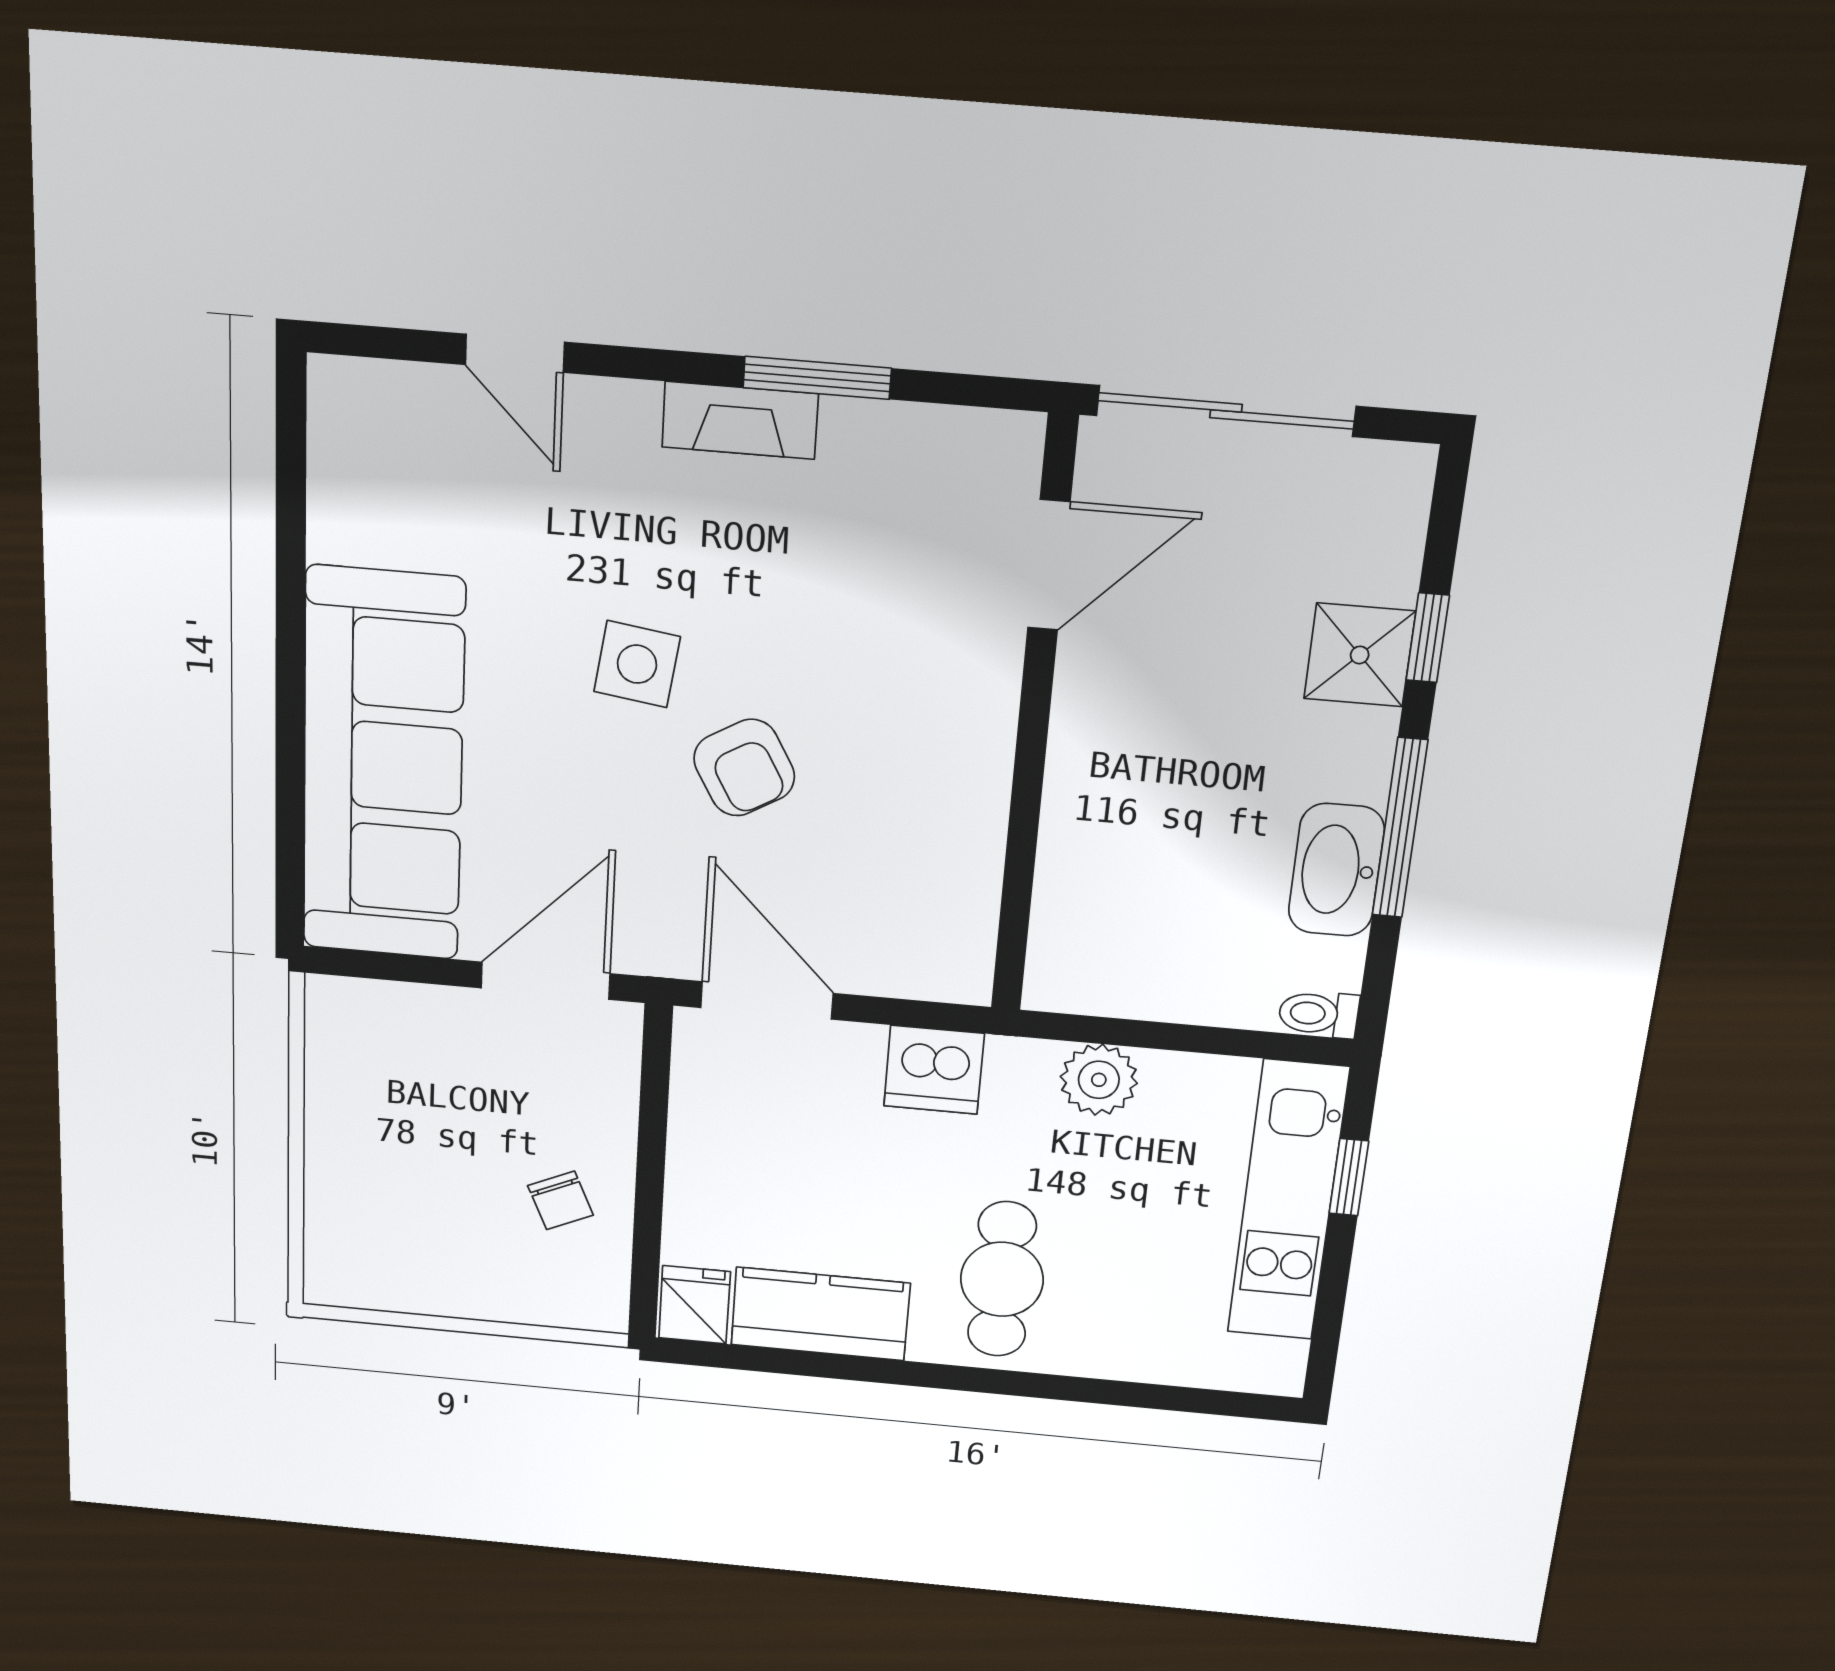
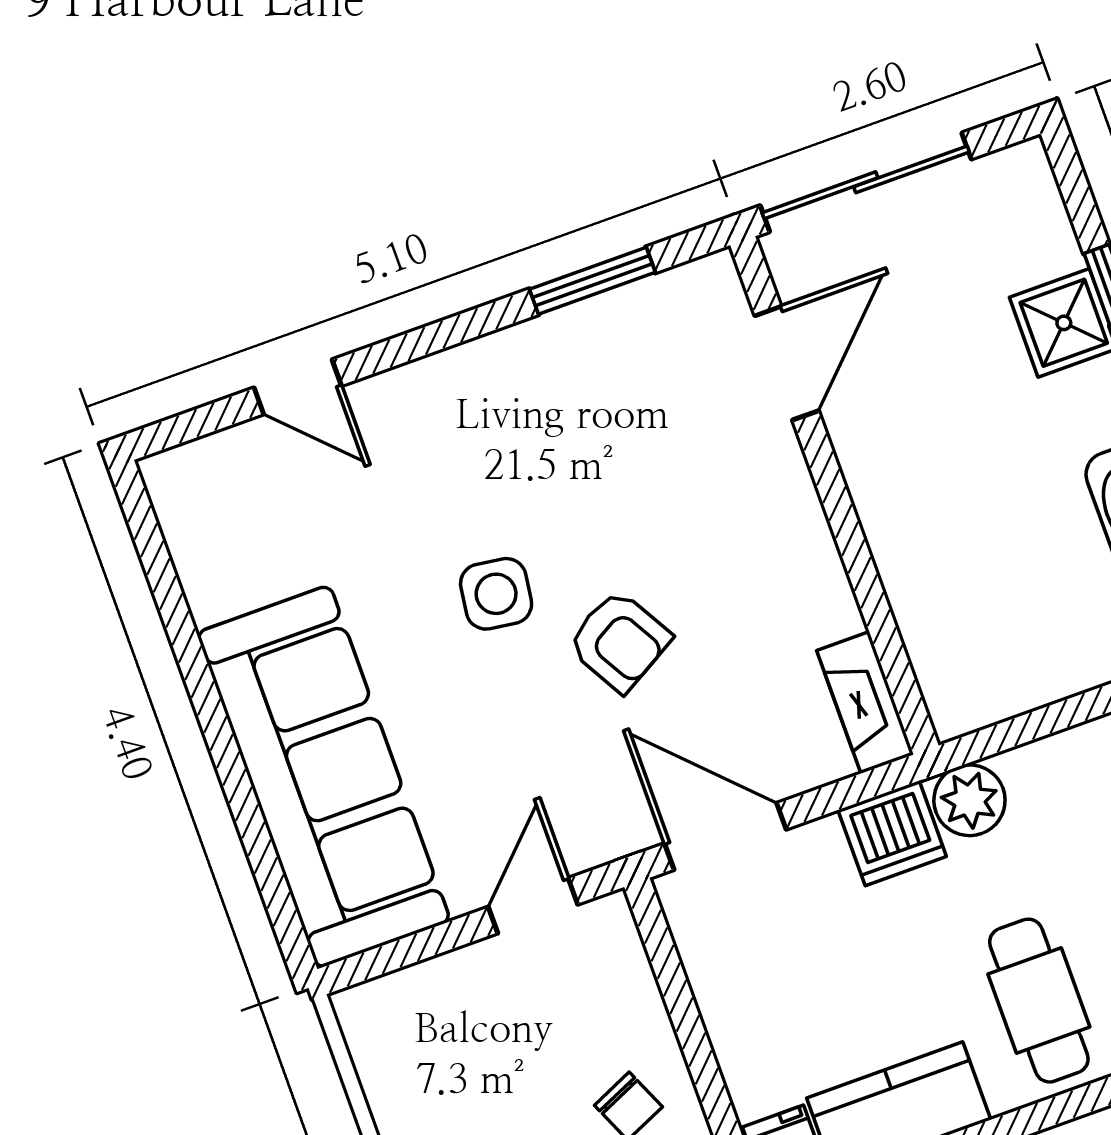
window: (817, 378) -> (592, 281), moved
fireplace: (740, 420) -> (865, 702), moved, turned 90
door: (545, 981) -> (533, 906), width x0.73
plant: (1099, 1080) -> (969, 800), moved

